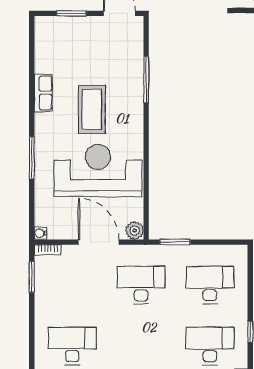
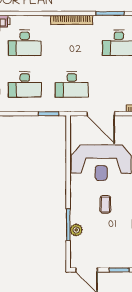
coffee table: (92, 109) -> (105, 204), width x0.54, depth x0.58
plant: (135, 230) -> (76, 230), moved

